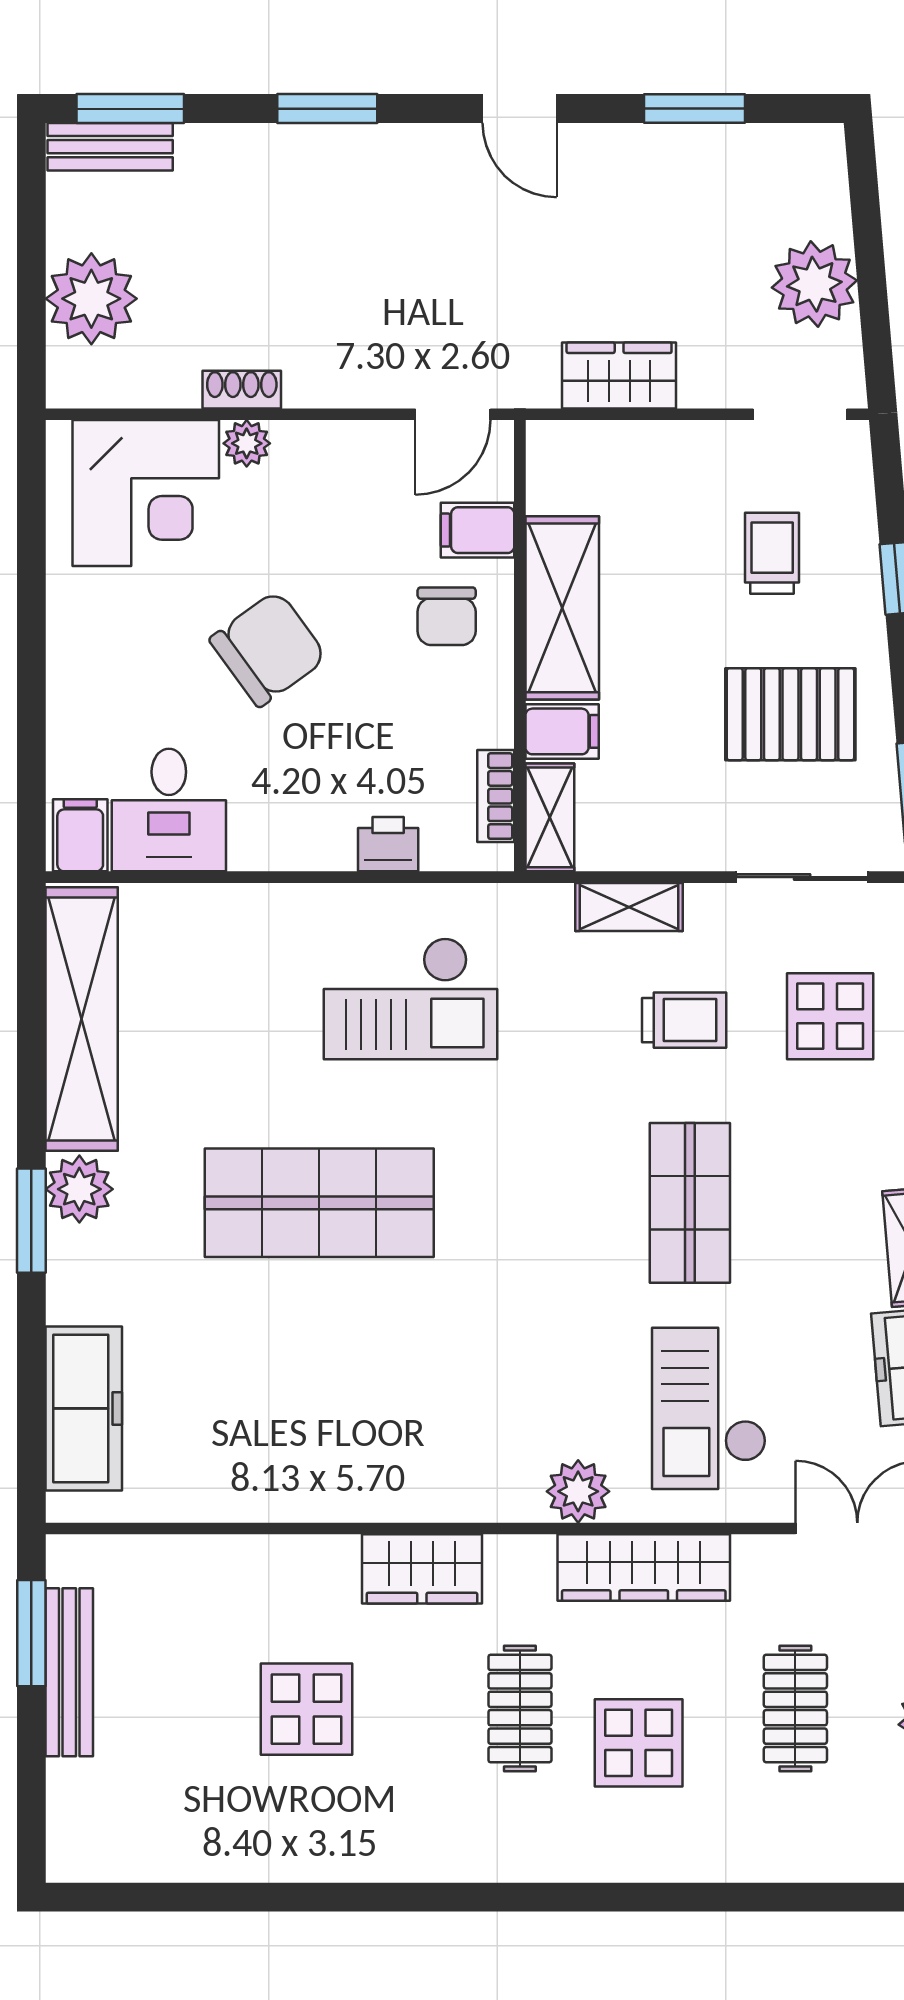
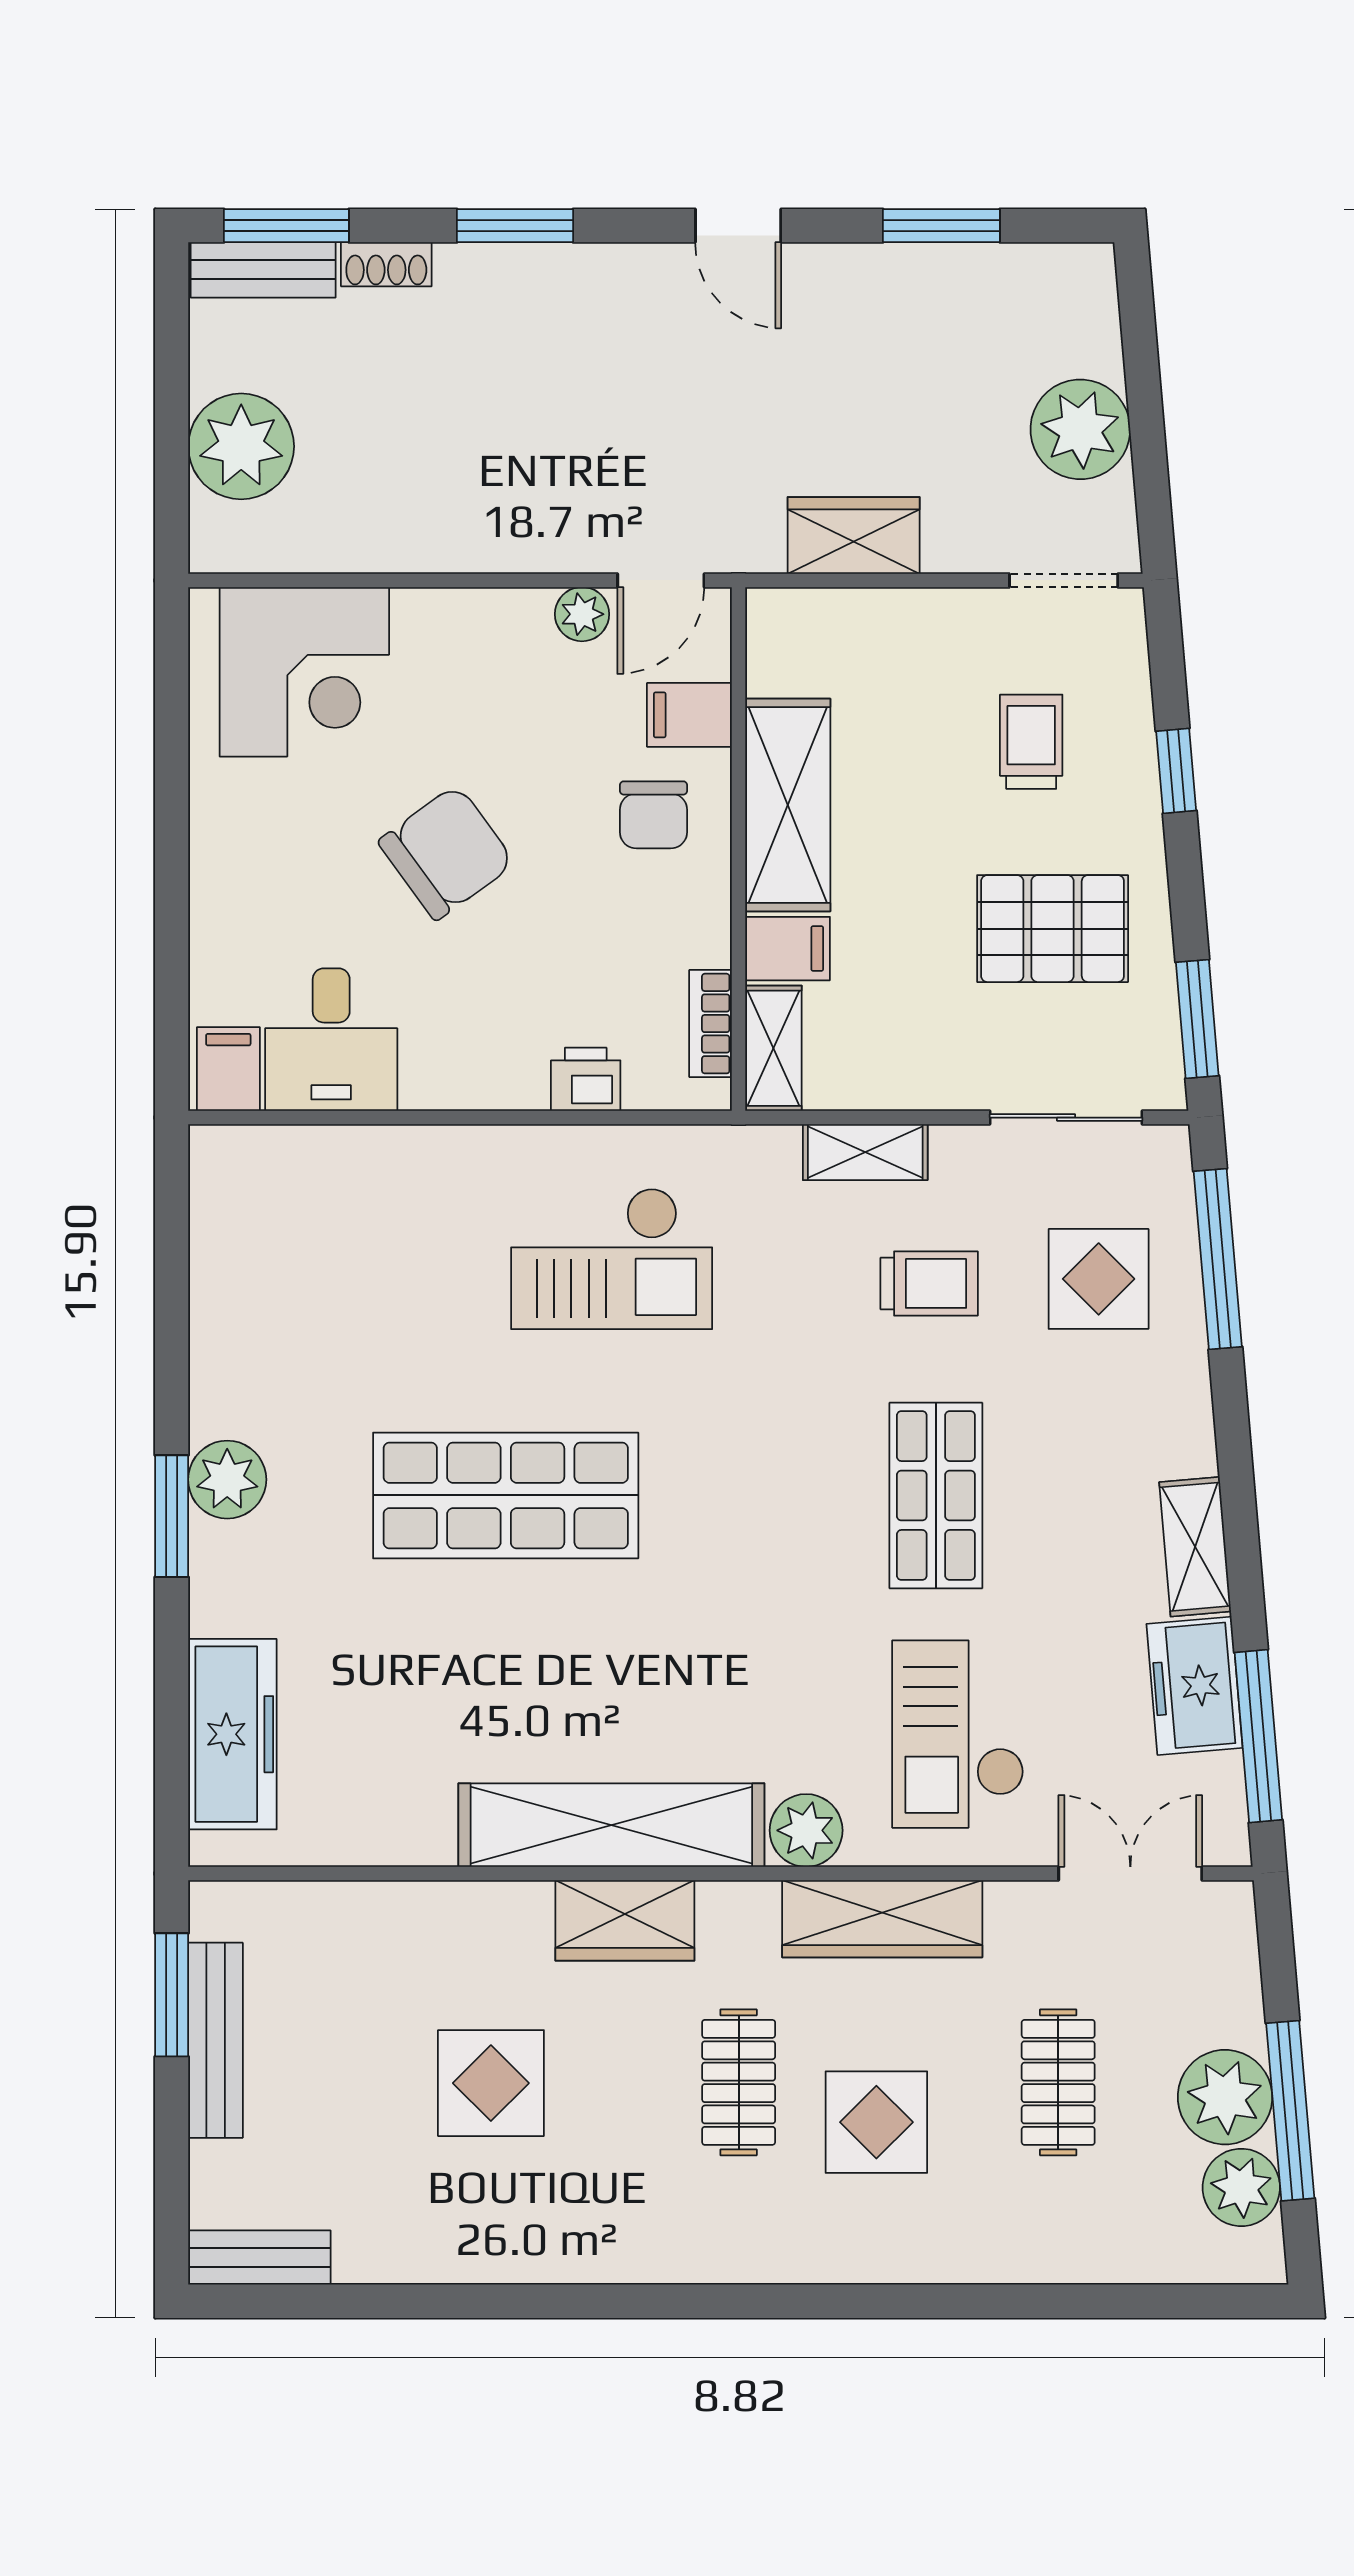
shoe rack: (242, 390) -> (386, 264), moved, turned 180
plant: (247, 443) -> (582, 614), moved
shelving: (82, 1019) -> (611, 1825), moved, turned 90
bench: (107, 1859) -> (259, 2257), added

